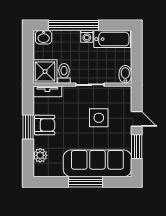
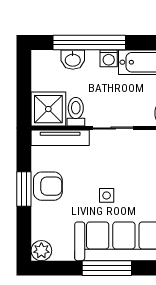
washbasin: (44, 37) -> (73, 60), moved
tv unit: (47, 91) -> (60, 138), width x1.41
side table: (99, 118) -> (107, 195), moved, width x0.54, depth x0.54
plant: (40, 155) -> (41, 251), moved

